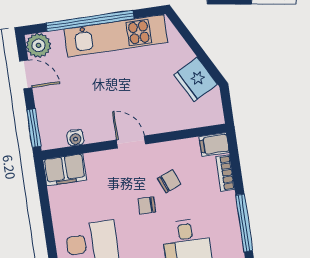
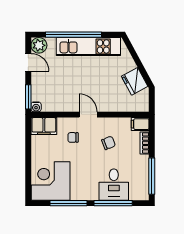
water cooler: (75, 138) -> (36, 107), moved
chair: (147, 205) -> (73, 137), moved

